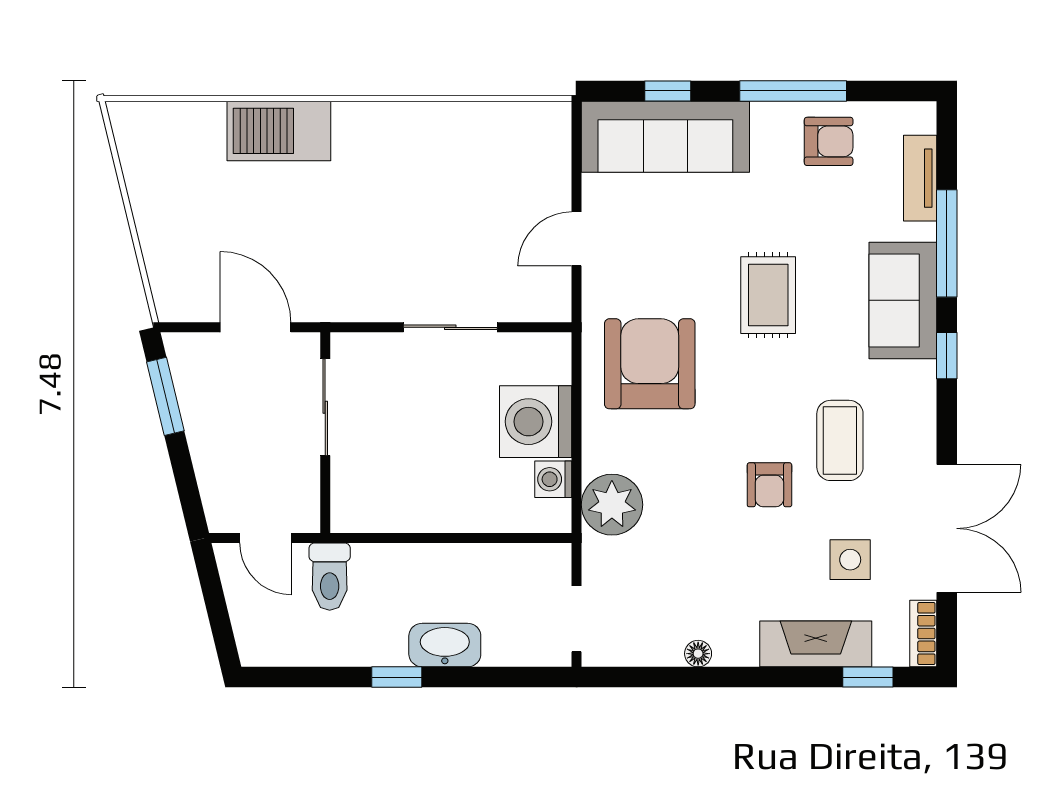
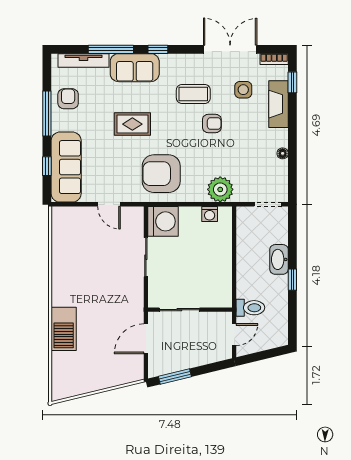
tv unit: (920, 178) -> (83, 60), width x1.41
washing machine: (536, 422) -> (163, 221), moved, turned -90

